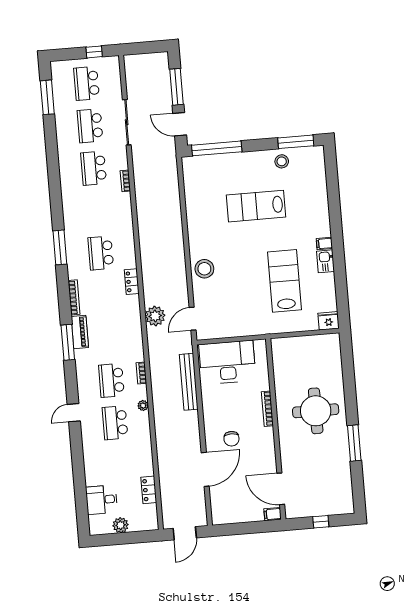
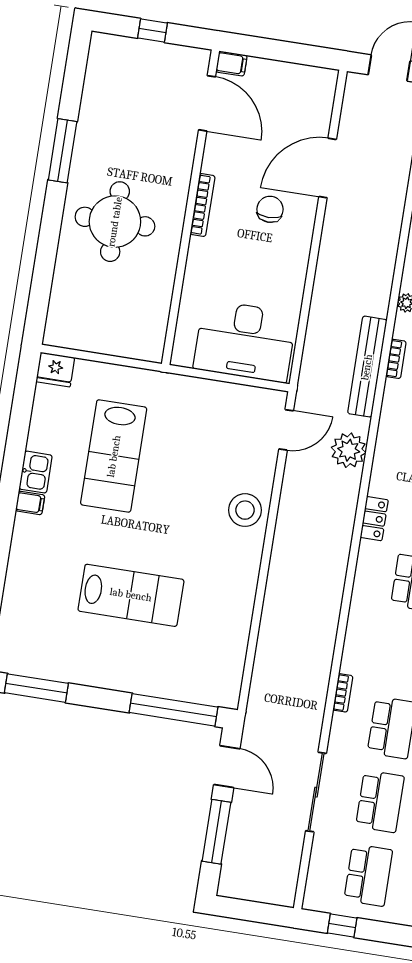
stool: (282, 161) -> (68, 661), removed
bench: (189, 382) -> (367, 367), moved
bookcase: (267, 409) -> (203, 205), moved

